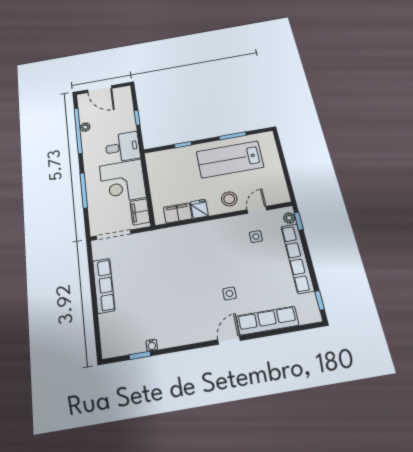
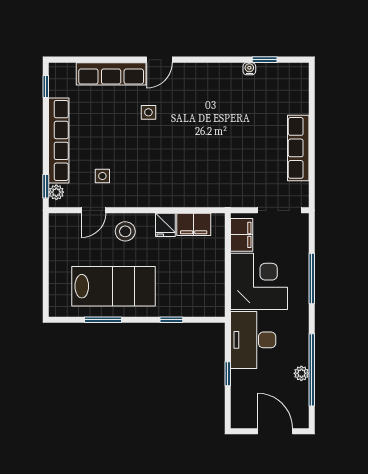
desk: (123, 147) -> (253, 340), width x1.37

